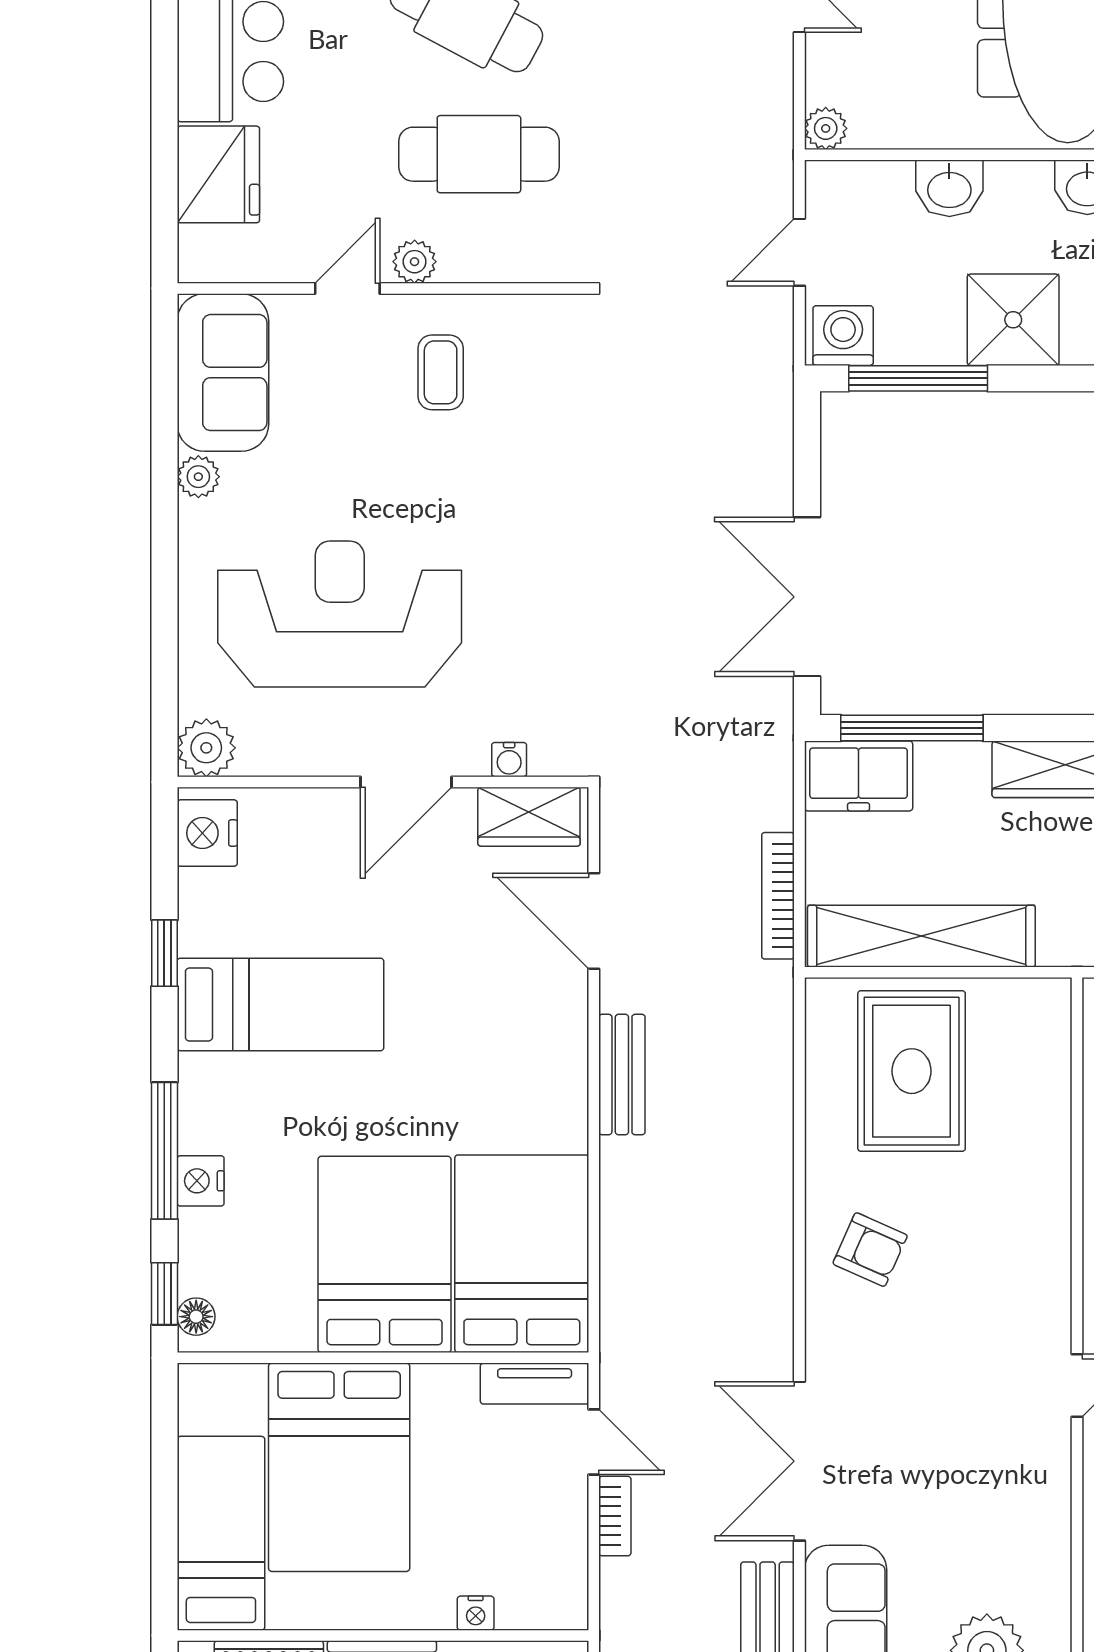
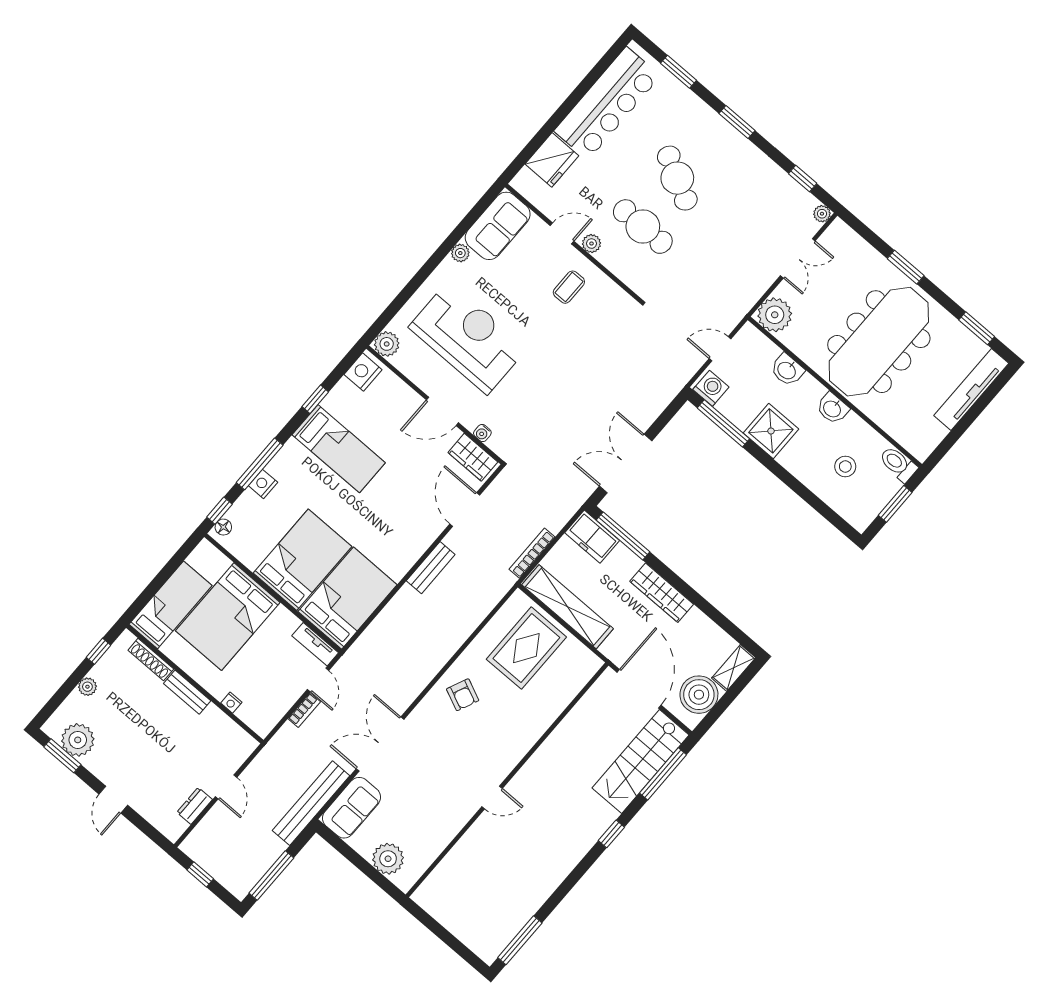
plant: (826, 128) -> (775, 315), width x1.88, depth x1.88

